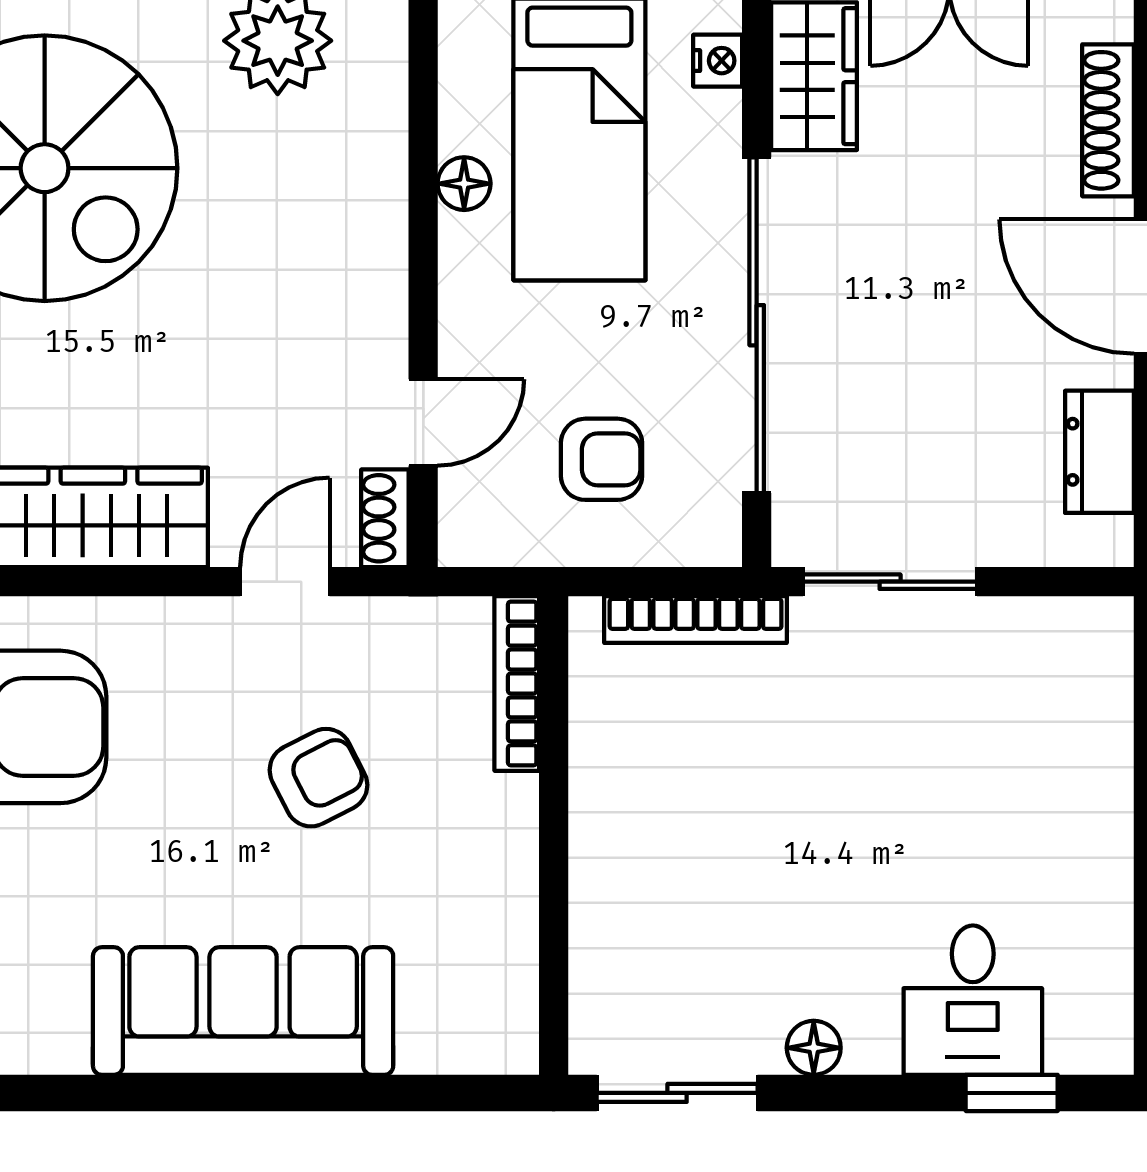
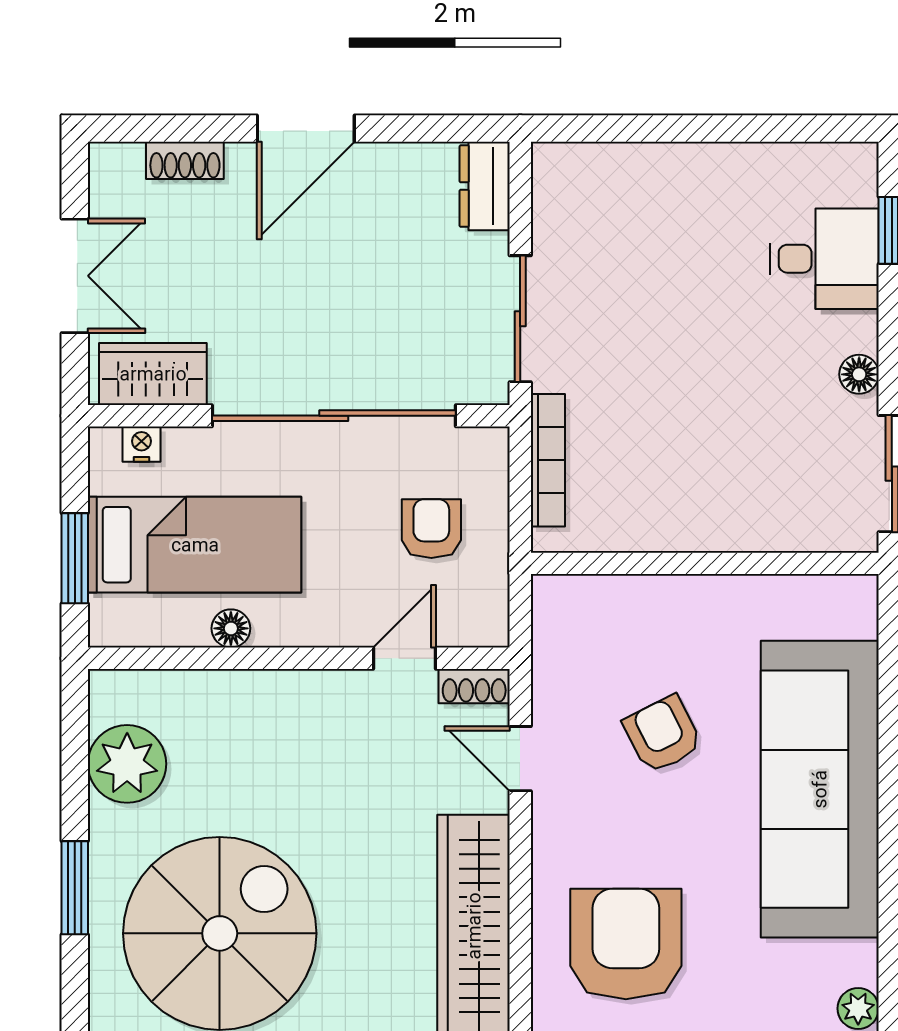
shoe rack: (1108, 120) -> (185, 160), width x0.70
door: (423, 422) -> (405, 658), hinge flipped
dresser: (1099, 452) -> (485, 186), moved, turned 90
bookcase: (517, 683) -> (594, 590), removed
sofa: (243, 1011) -> (820, 789), width x1.36, depth x1.27

